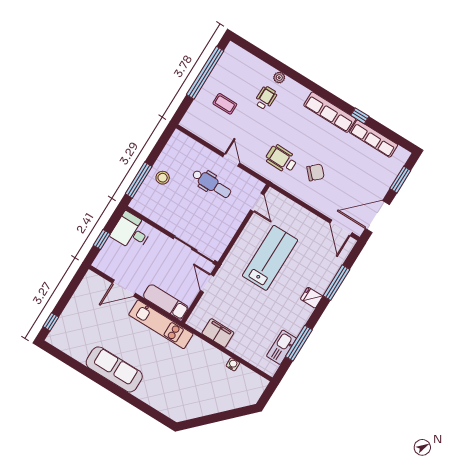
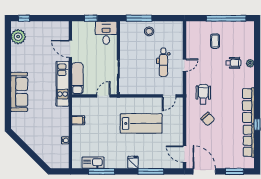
door: (341, 228) -> (185, 154), hinge flipped
filing cabinet: (218, 333) -> (78, 120), width x0.50
plant: (69, 343) -> (18, 37), added
sofa: (114, 369) -> (19, 92), moved

